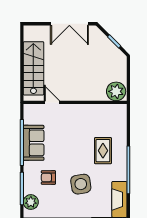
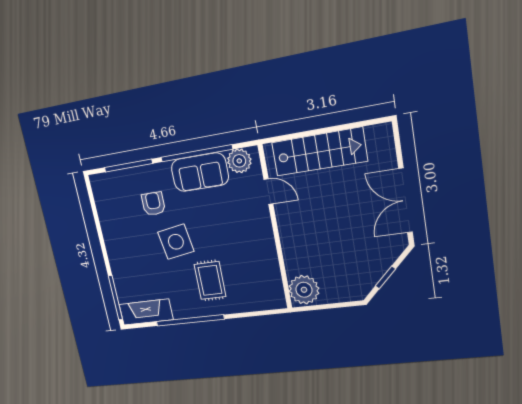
door: (52, 102) -> (268, 191), hinge flipped
rug: (103, 151) -> (210, 280), turned 90
side table: (81, 184) -> (176, 242), moved
plant: (31, 202) -> (239, 161), moved

